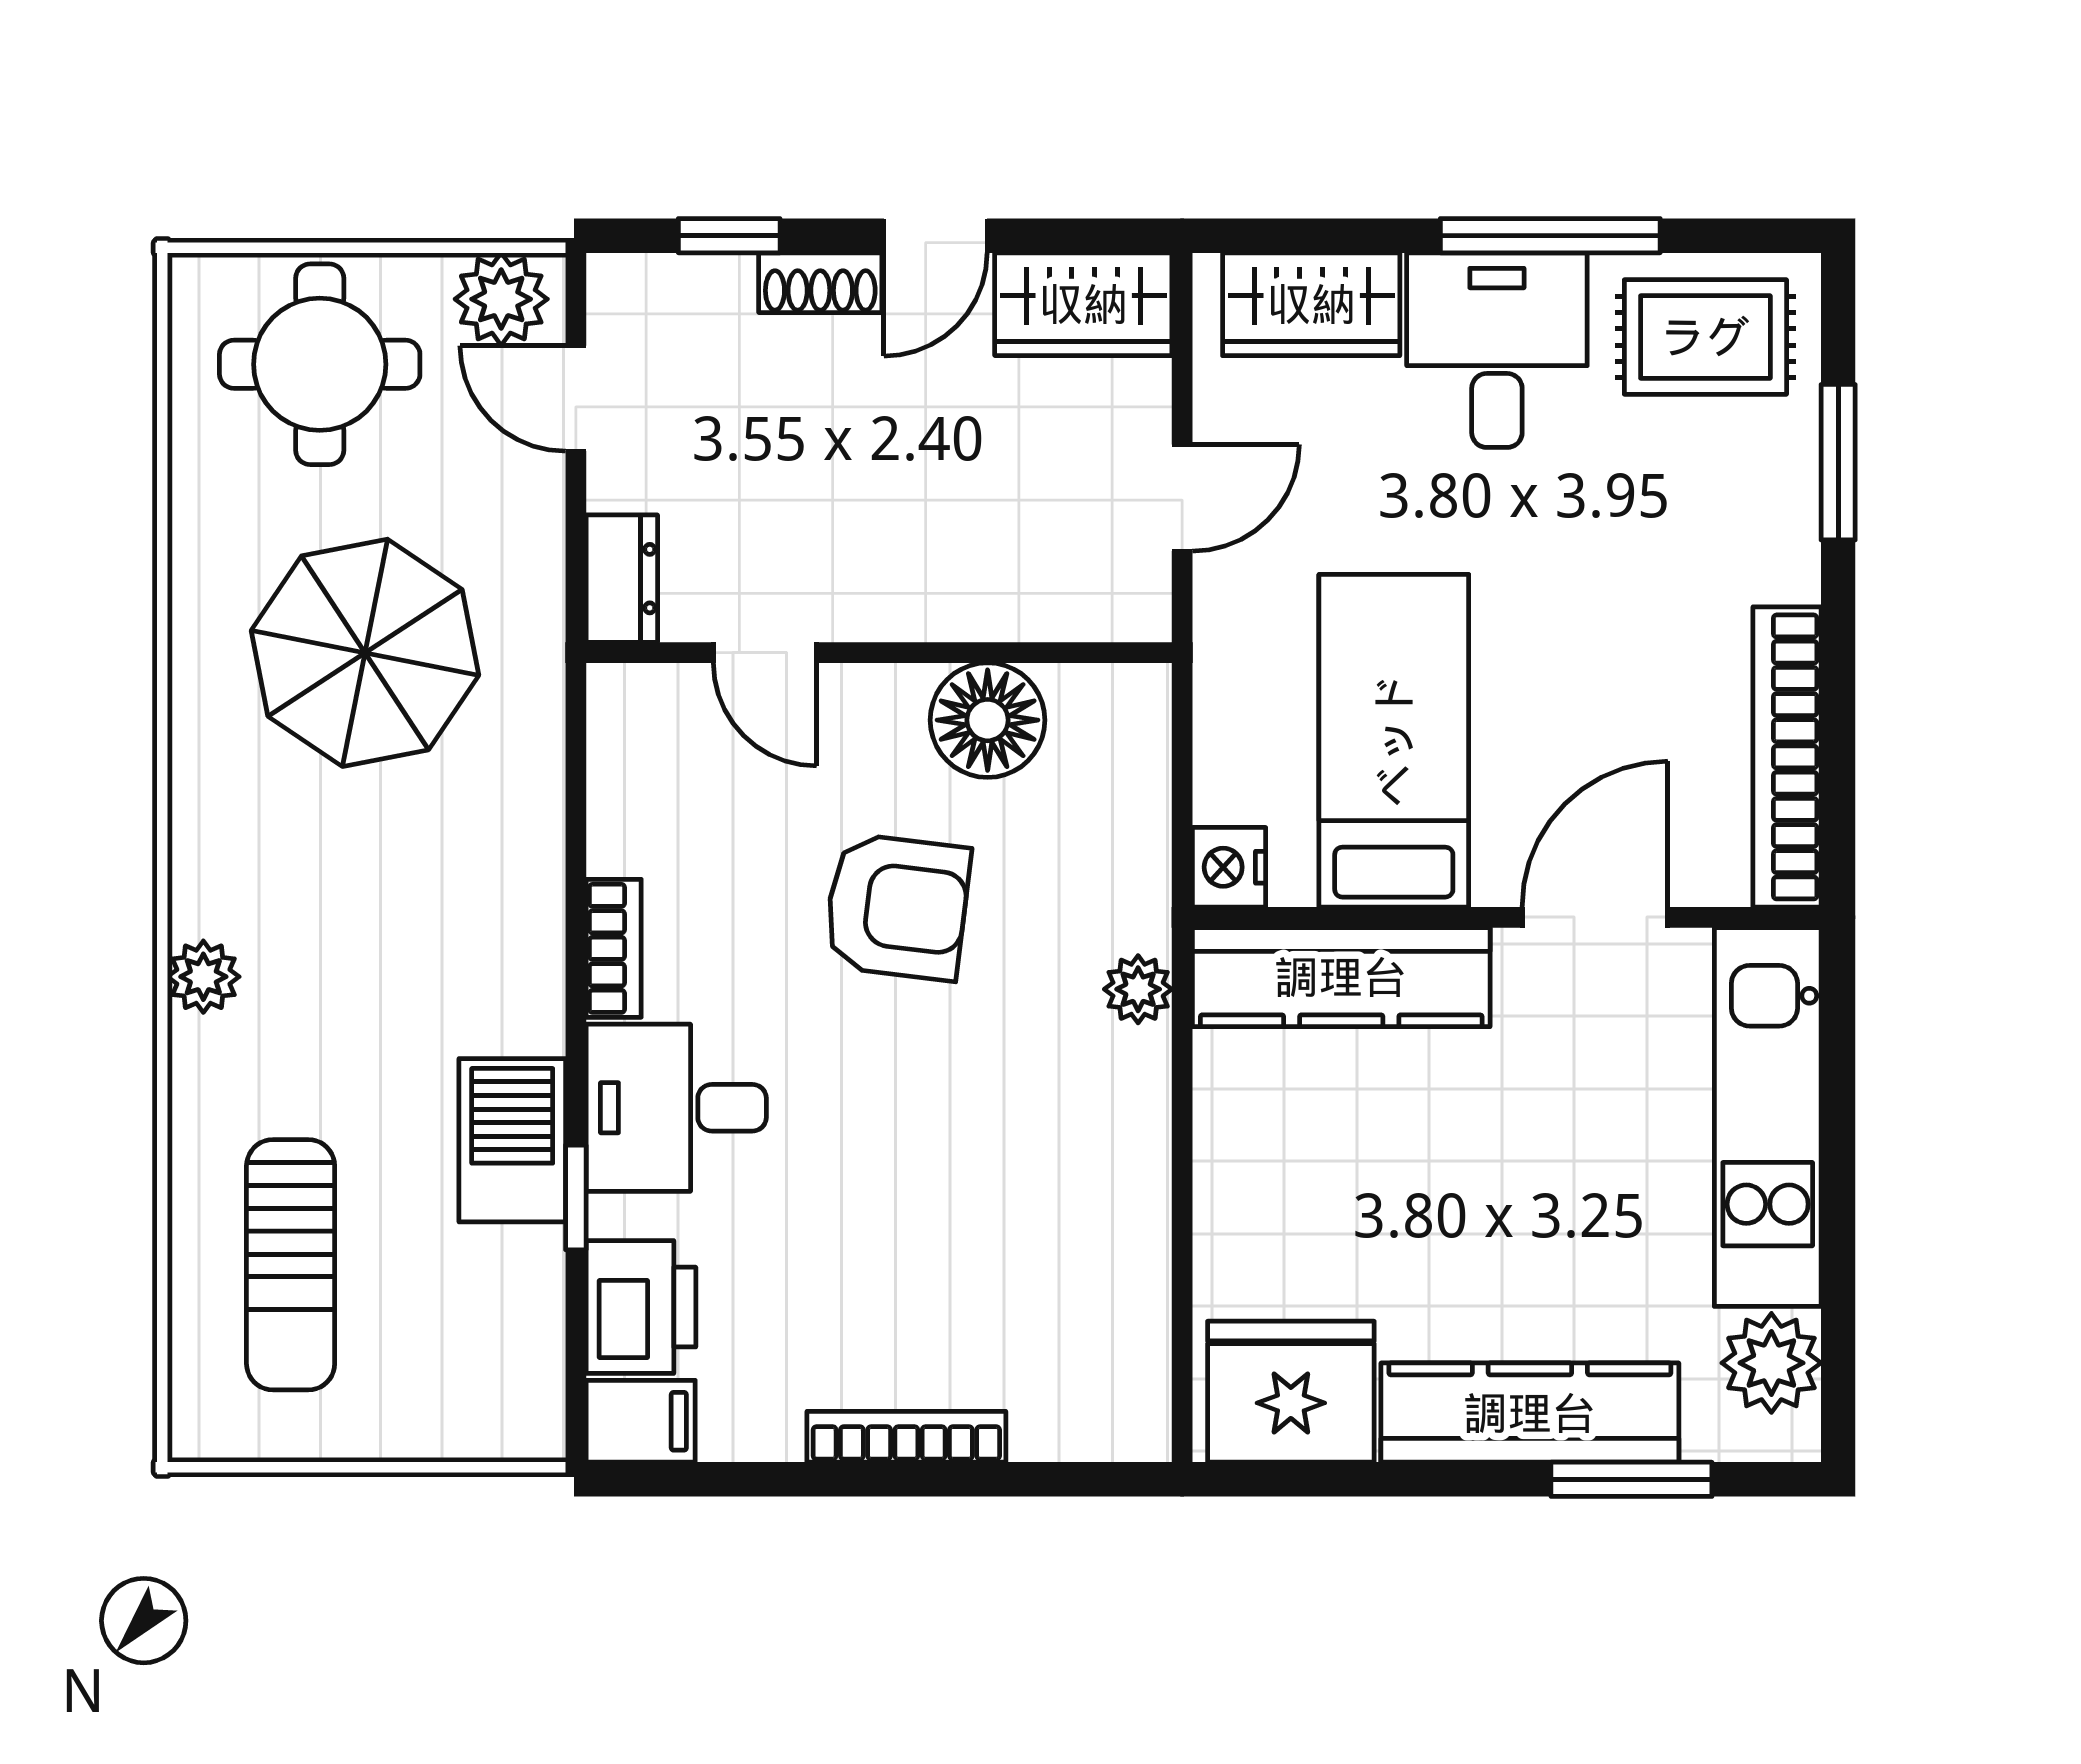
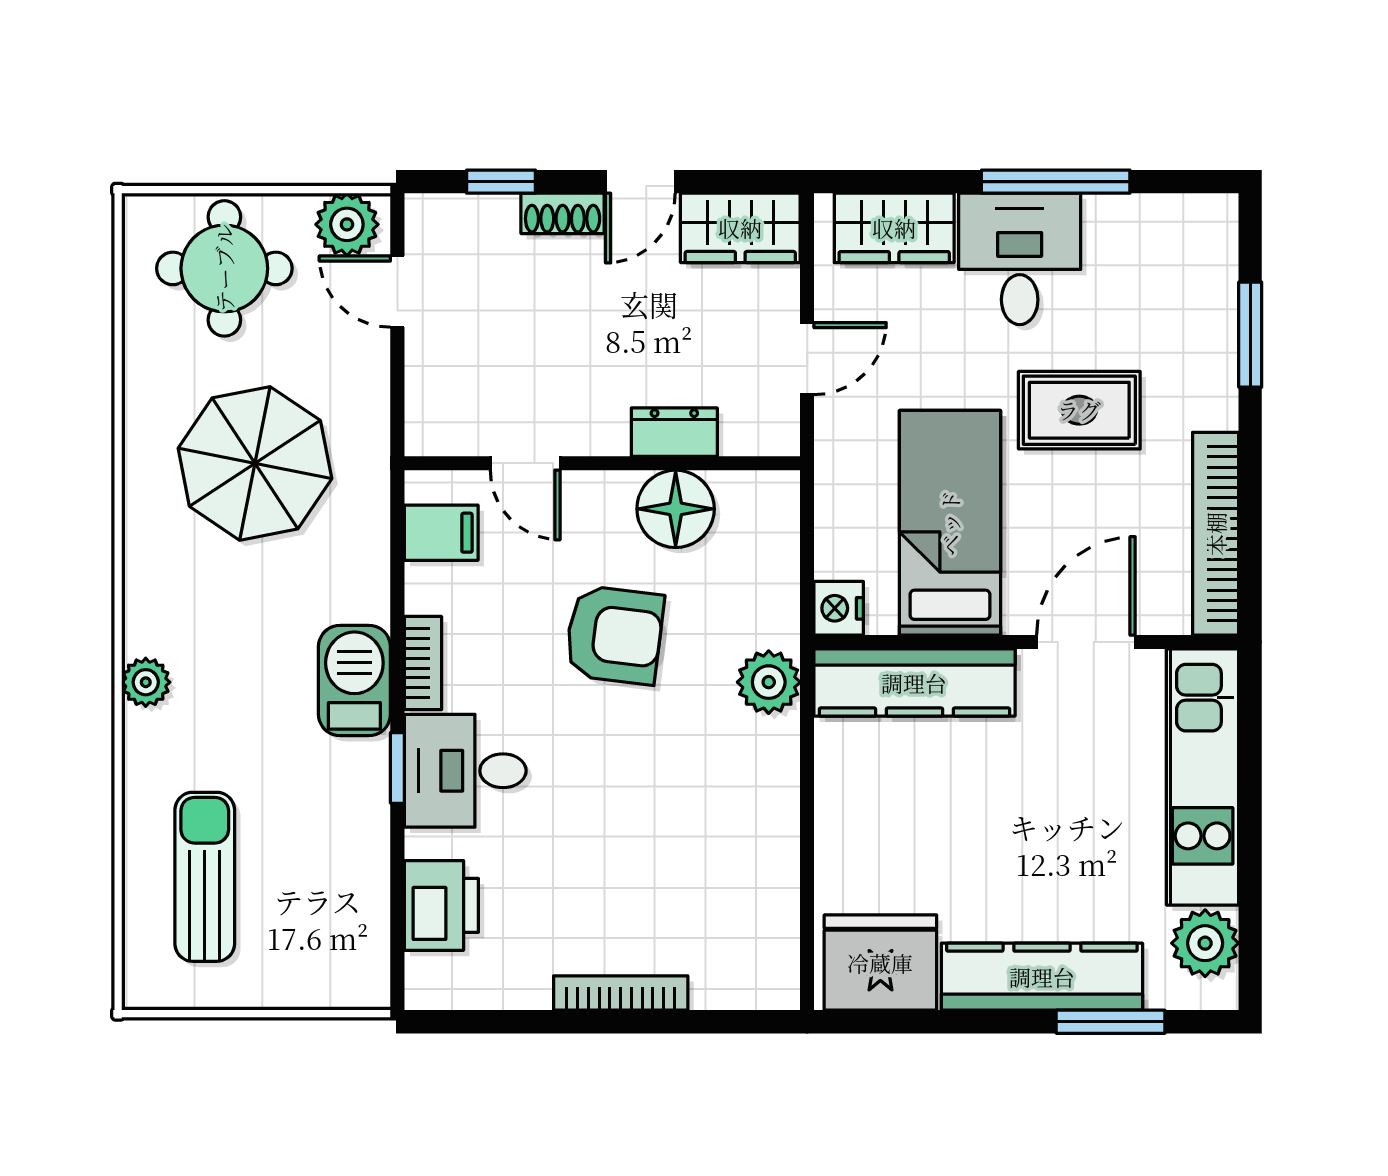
rug: (1705, 337) -> (1079, 410), moved
dresser: (622, 579) -> (674, 432), moved, turned -90
plant: (1138, 989) -> (769, 682), width x1.38, depth x1.38
barbecue: (512, 1140) -> (354, 681), moved
window: (576, 1197) -> (397, 768), moved
sun lounger: (291, 1265) -> (205, 877), turned 180
filing cabinet: (641, 1421) -> (441, 533), moved

